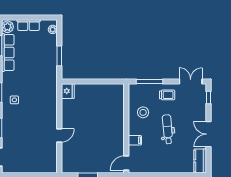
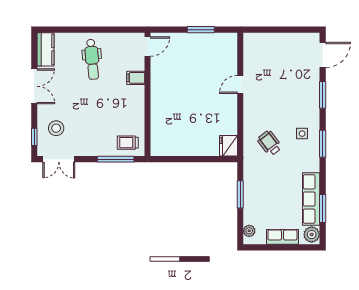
wheelchair: (38, 93) -> (270, 143), added
trolley: (167, 95) -> (128, 143), moved
stool: (143, 112) -> (56, 128), moved
dental chair: (168, 129) -> (92, 59), moved

